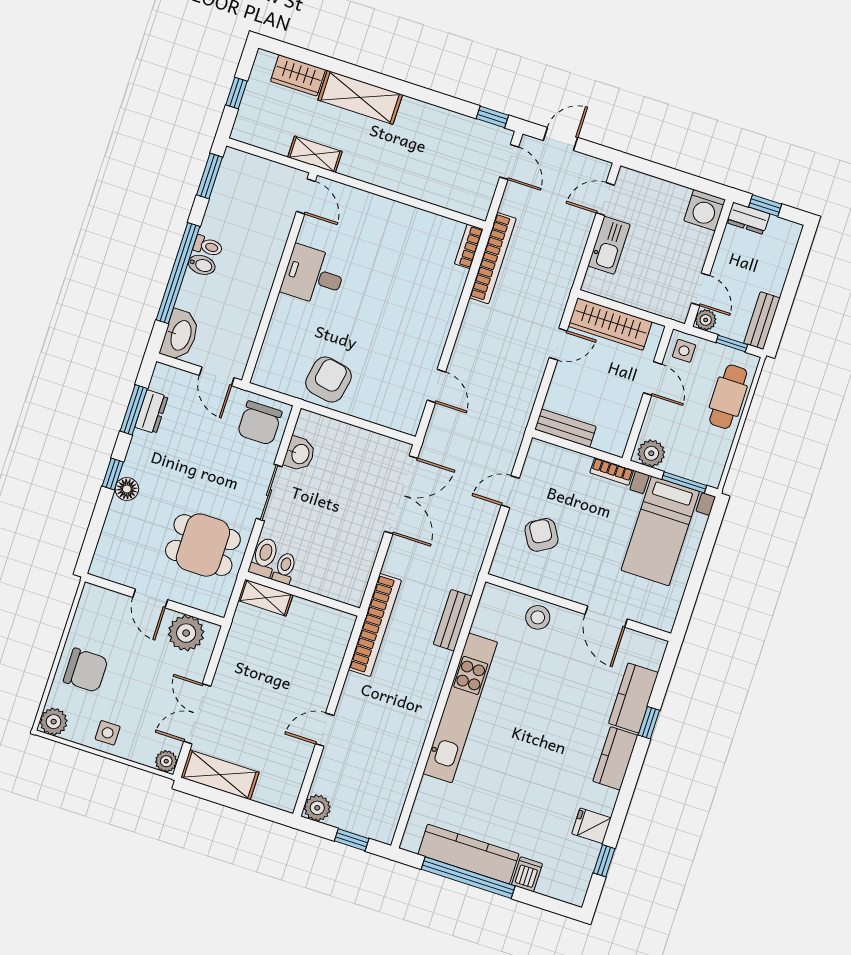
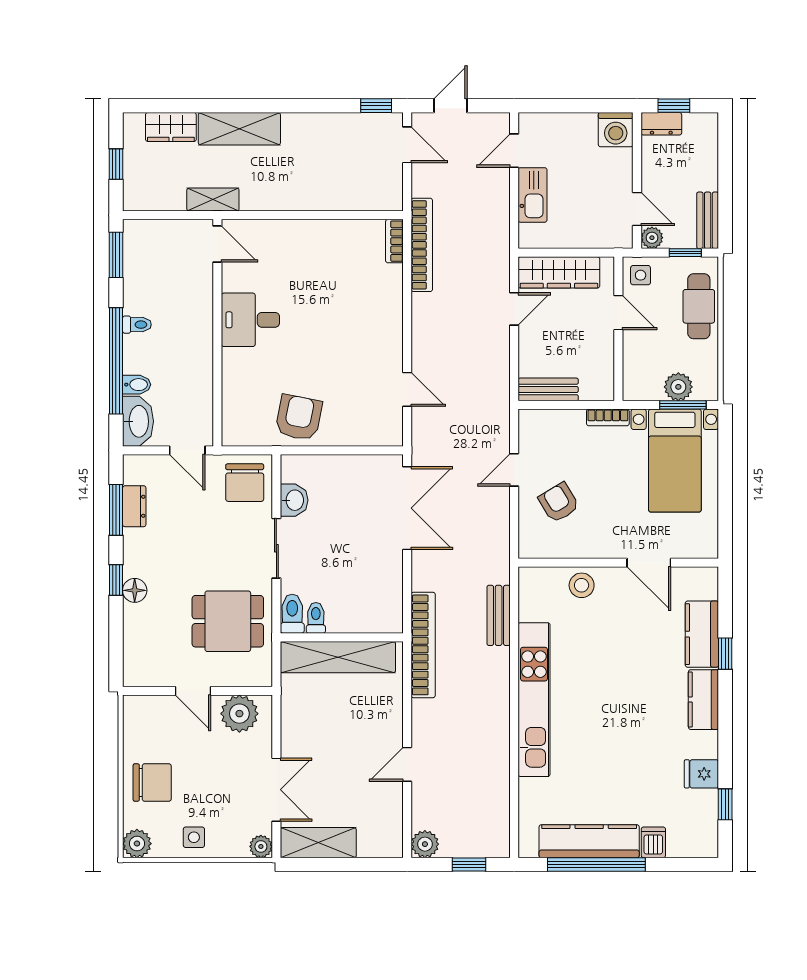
bidet: (202, 265) -> (137, 385), moved
plant: (651, 453) -> (678, 387), moved
shelving: (266, 598) -> (338, 657), width x2.20, depth x1.33
double door: (197, 714) -> (276, 790), swing flipped

